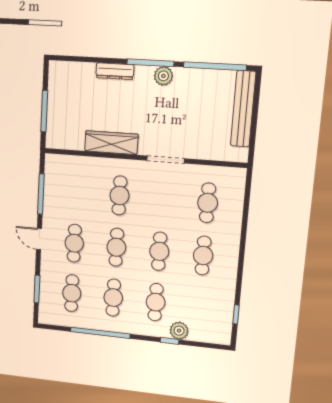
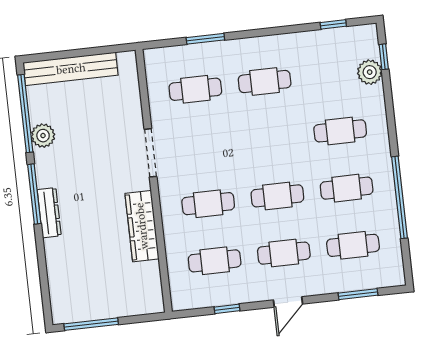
dresser: (115, 71) -> (49, 213), moved
plant: (163, 76) -> (43, 136), moved
window: (44, 111) -> (91, 324), moved
window: (41, 194) -> (227, 309), width x0.46
window: (245, 218) -> (205, 39), added
cafe table: (159, 251) -> (215, 261), moved
plant: (179, 331) -> (370, 72), moved
window: (170, 341) -> (384, 57), moved

